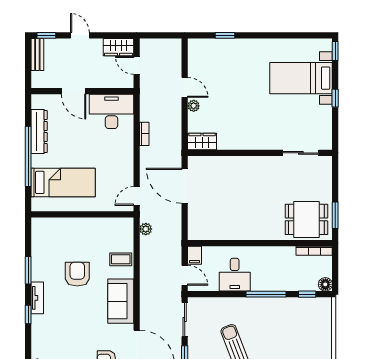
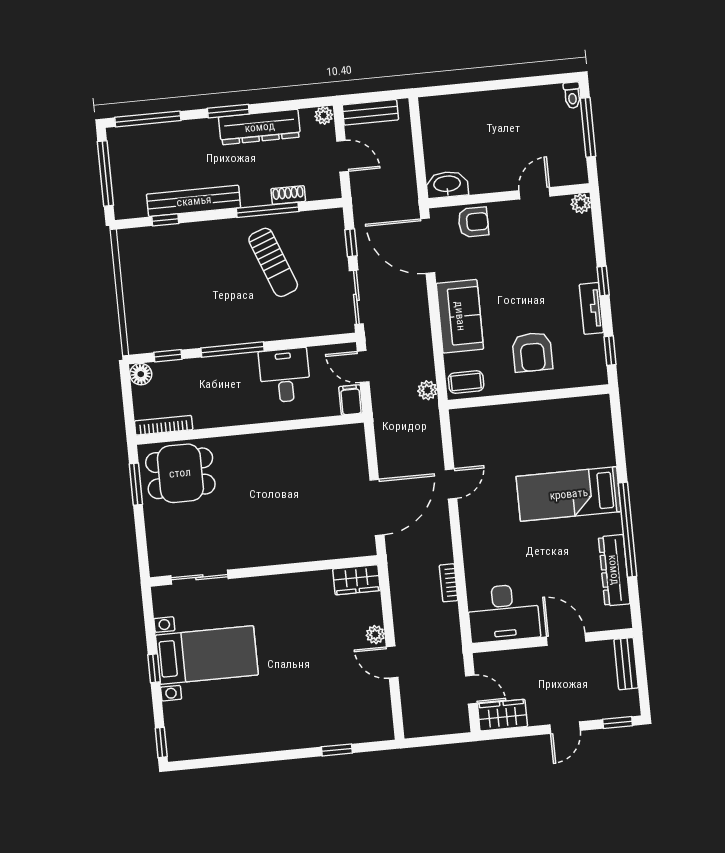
door: (80, 35) -> (565, 728), hinge flipped
bench: (37, 55) -> (626, 664), moved
bed with nightstands: (301, 78) -> (207, 655), moved
door: (185, 186) -> (377, 507), hinge flipped
wall: (82, 214) -> (529, 397), moved
plant: (146, 229) -> (427, 390), moved
window: (28, 270) -> (610, 351), width x0.67

